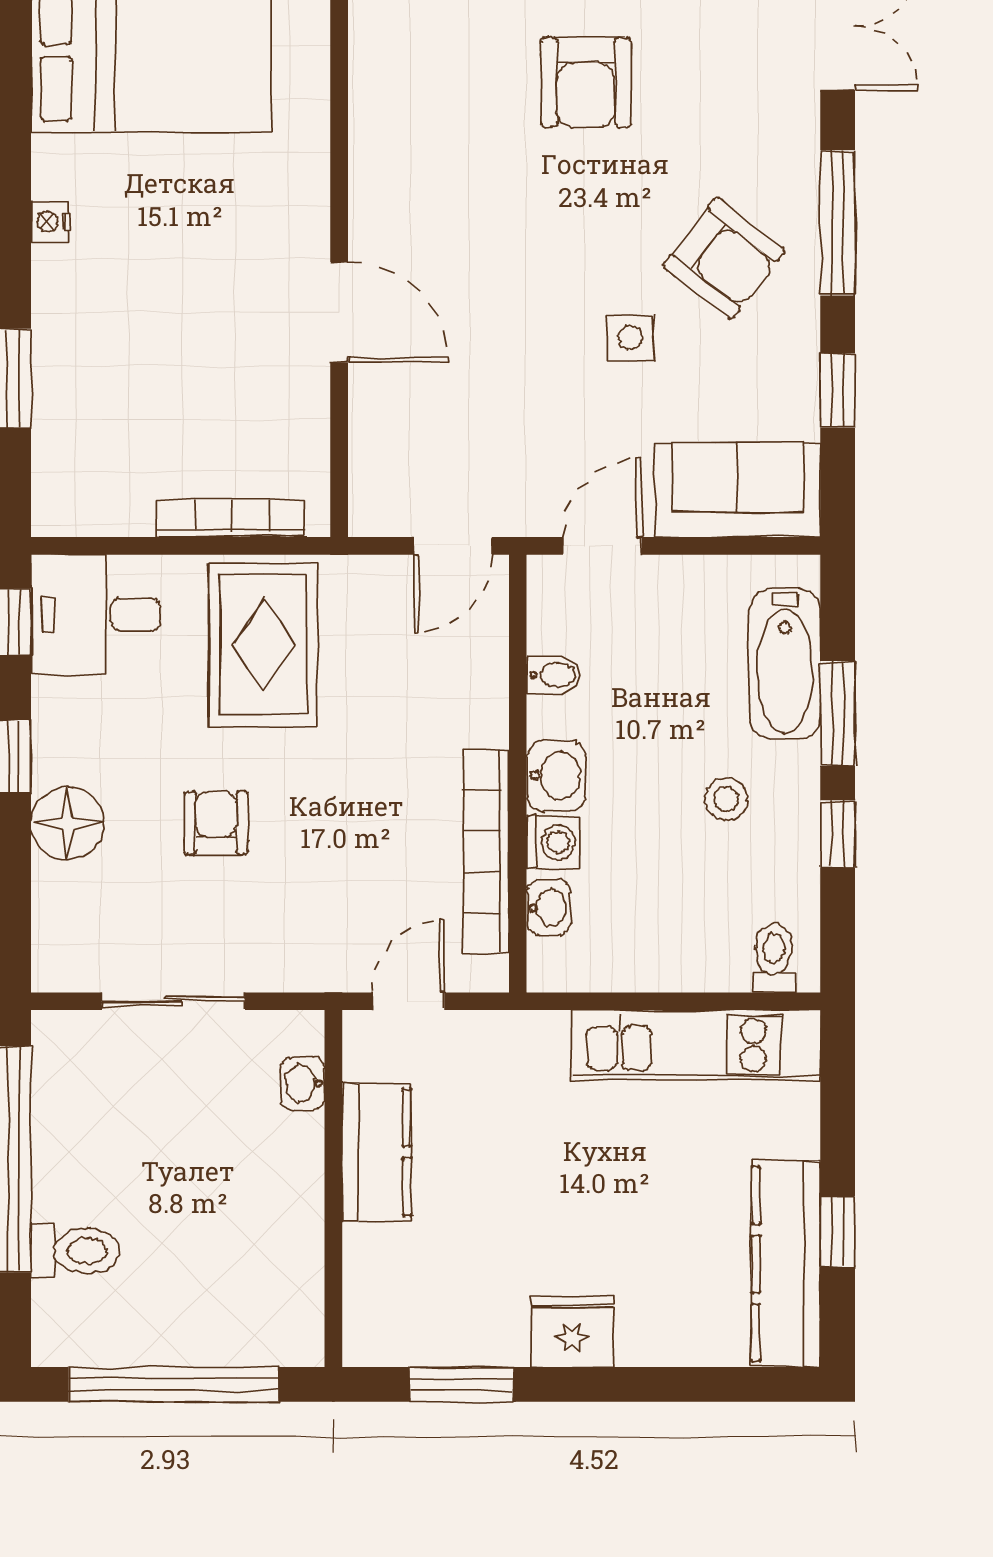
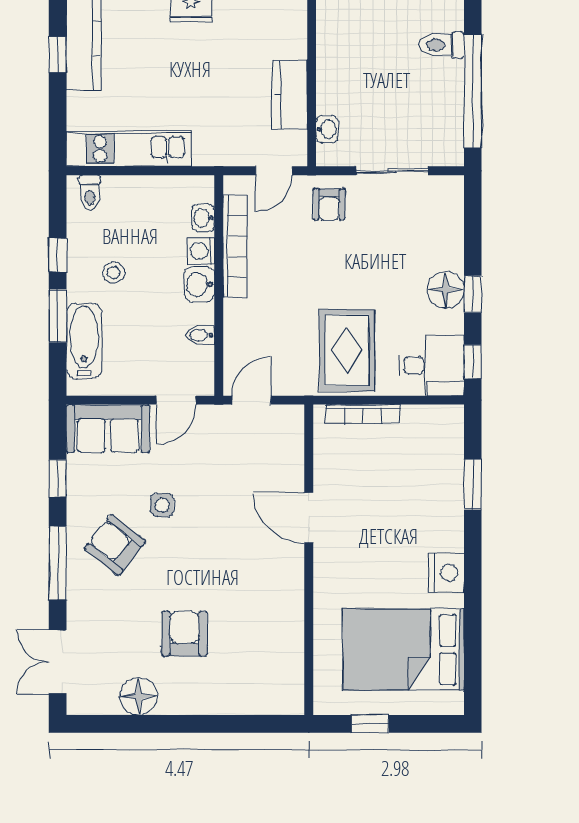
nightstand: (50, 222) -> (446, 573), width x1.89, depth x1.79
floor lamp: (67, 823) -> (446, 290), moved
armchair: (216, 823) -> (329, 204), moved

